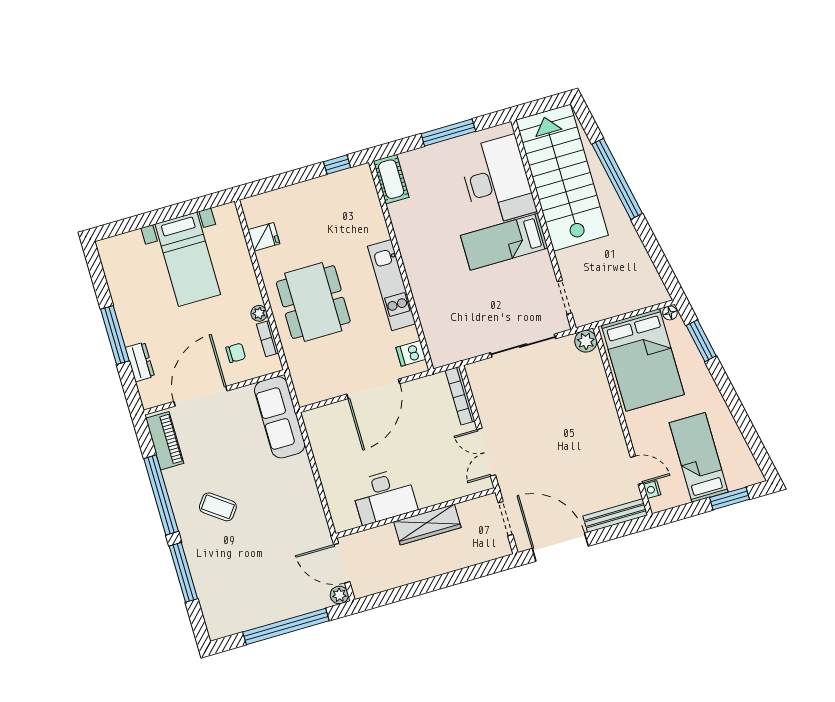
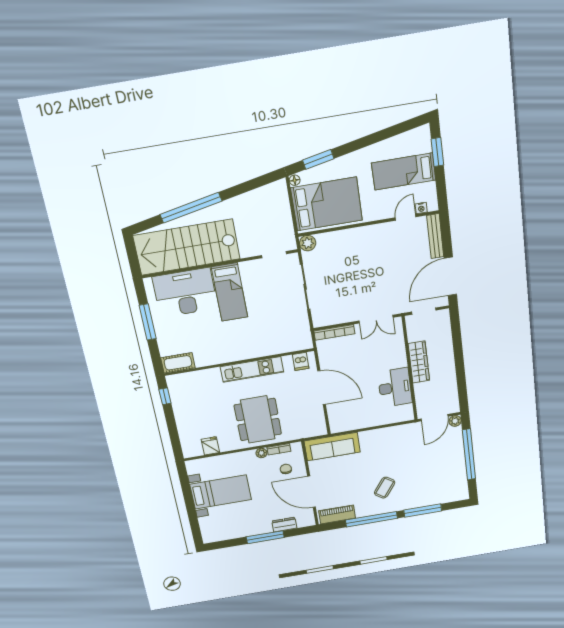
dining table: (313, 302) -> (258, 420), turned 90

